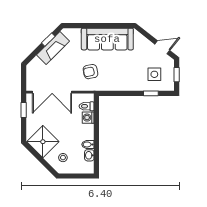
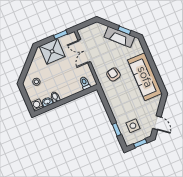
double door: (52, 92) -> (84, 51), width x0.73
washing machine: (88, 118) -> (37, 105), moved
shower: (43, 142) -> (52, 51), moved, turned 45

